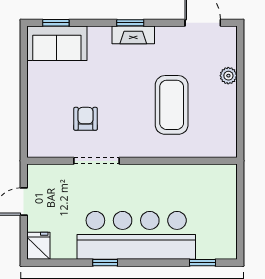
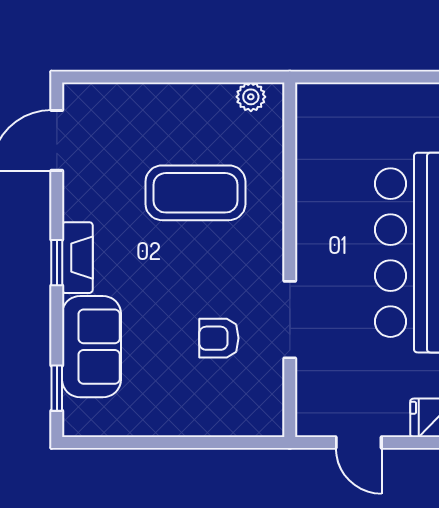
sofa: (57, 43) -> (92, 347), moved
plant: (228, 76) -> (251, 97), moved

